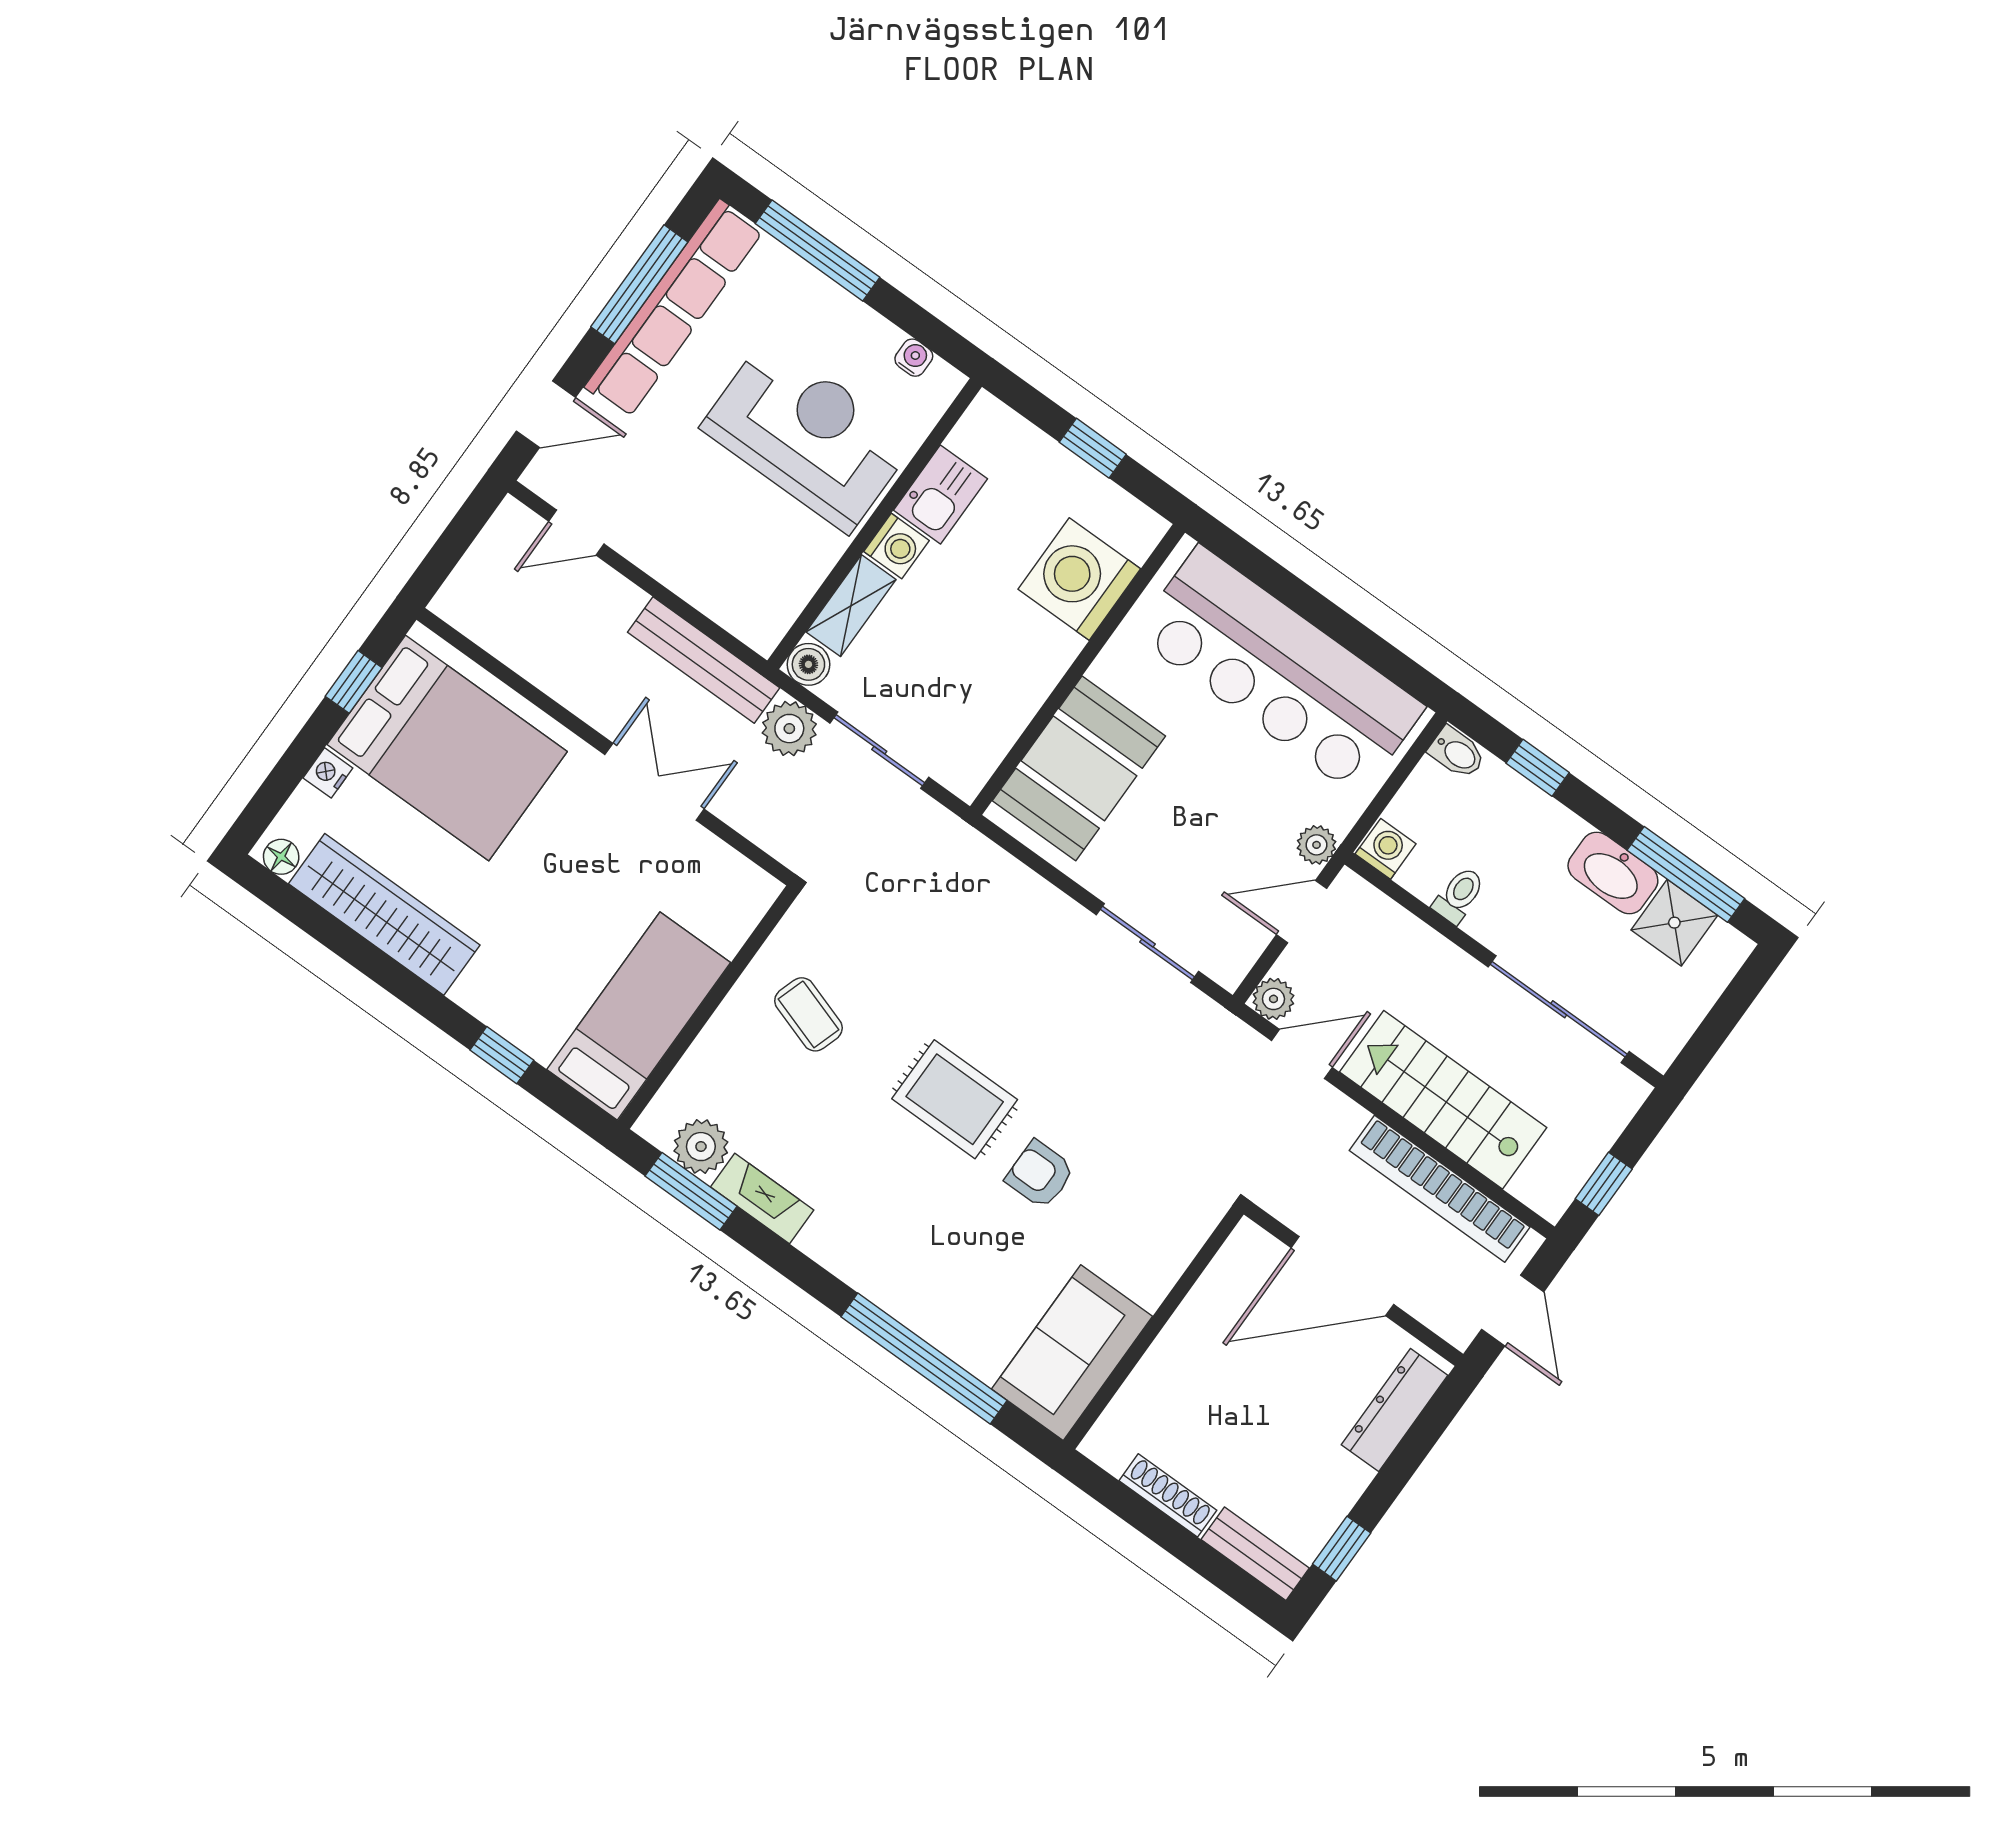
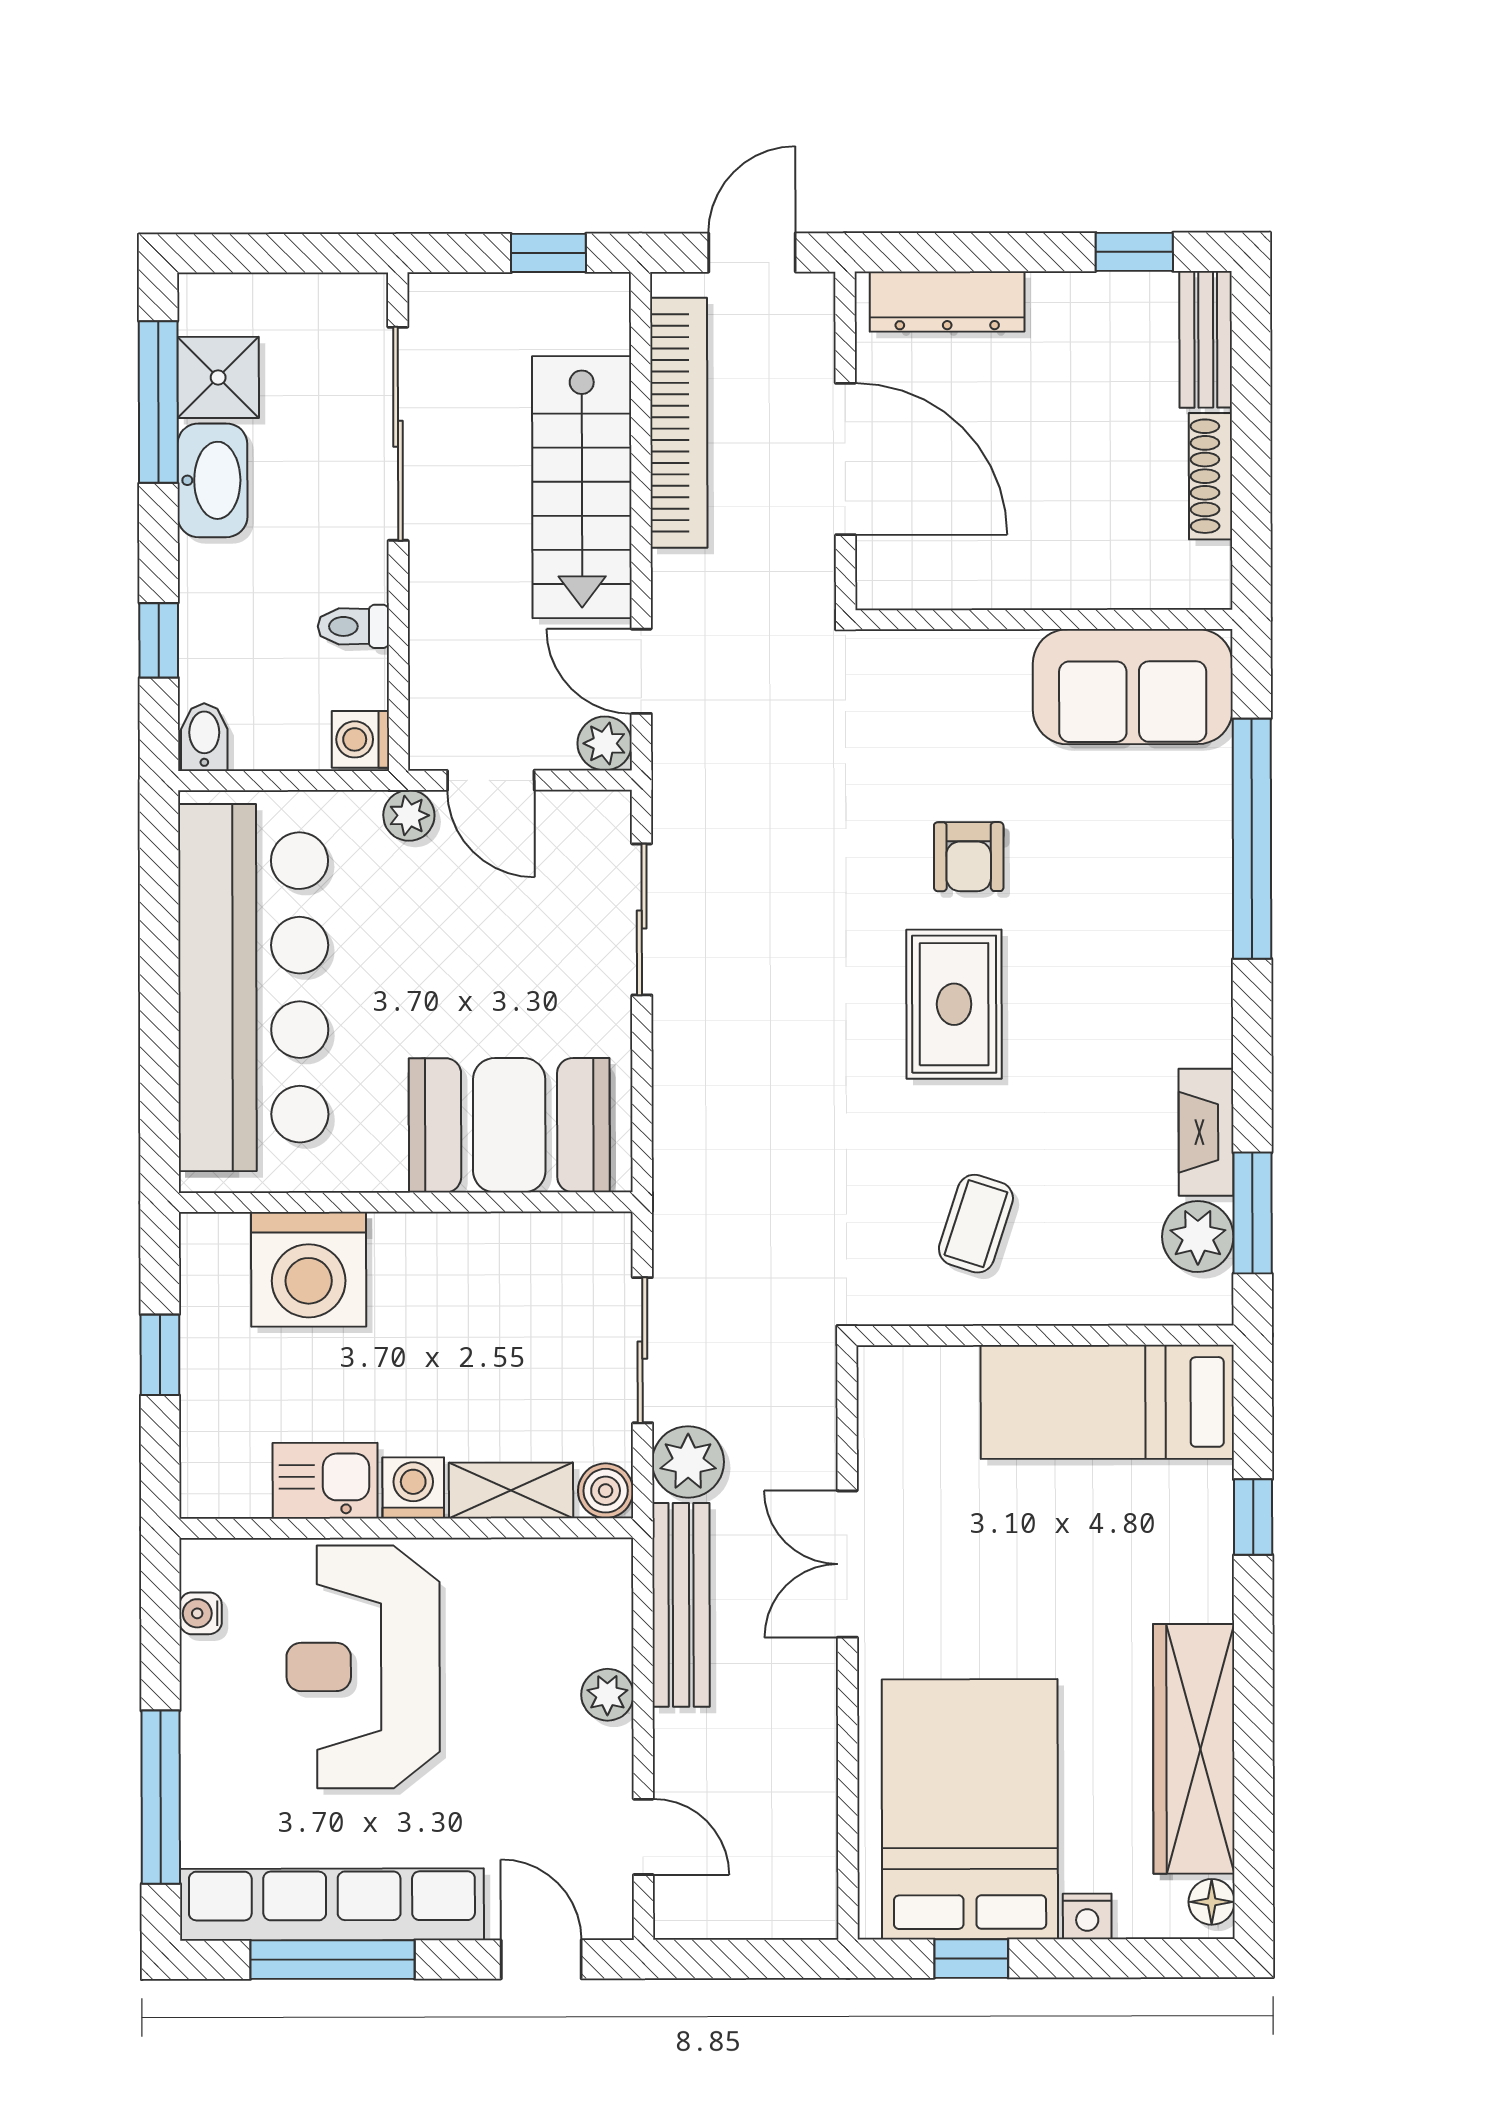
plant: (681, 574) -> (607, 1695), added

